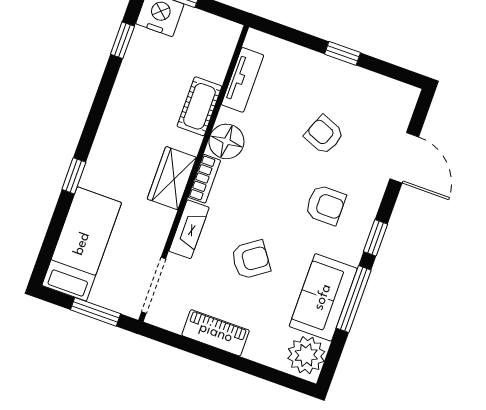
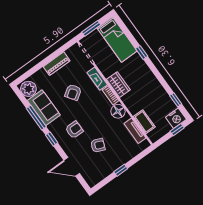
cot: (199, 106) -> (144, 122), moved
armchair: (325, 205) -> (74, 130), turned 180

